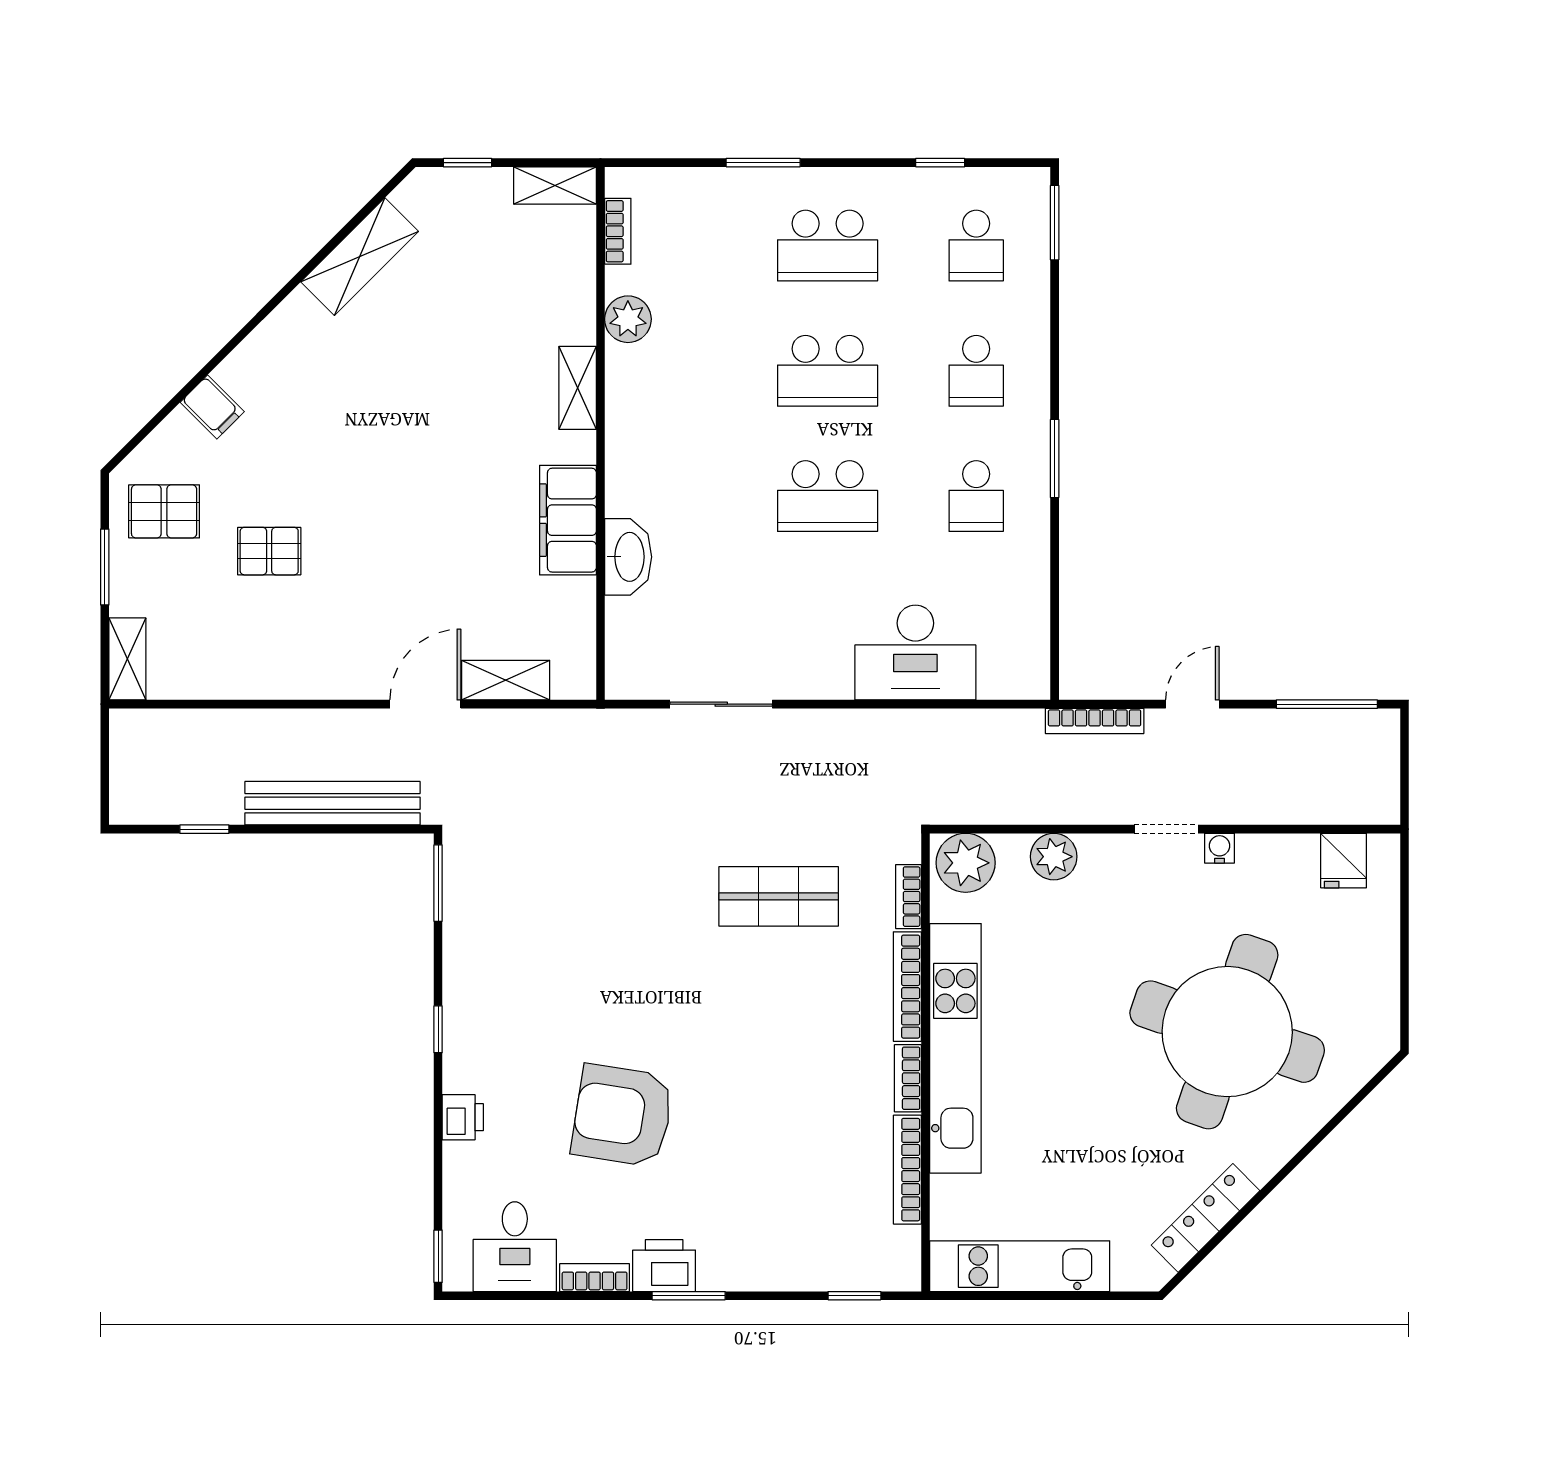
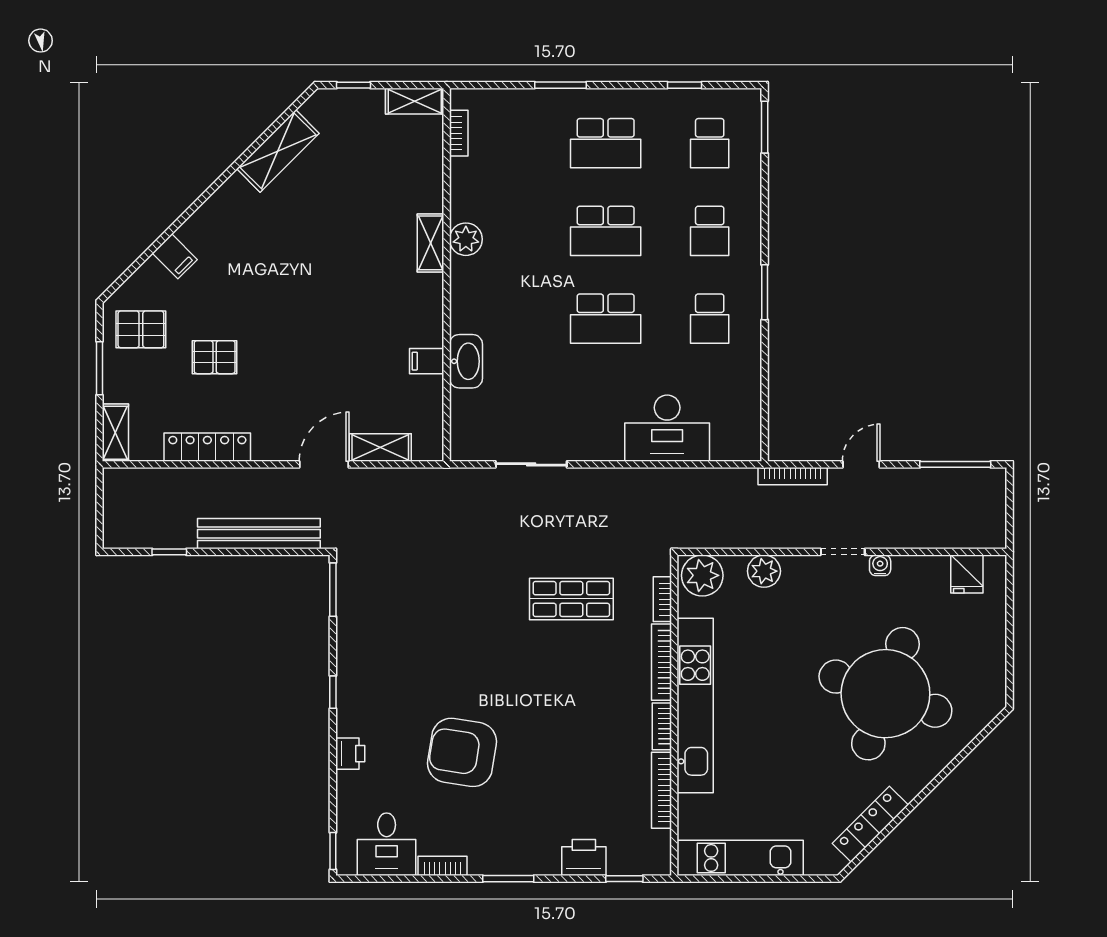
plant: (628, 319) -> (466, 239), moved
filing cabinet: (568, 520) -> (427, 361), width x0.33, depth x0.86
locker: (259, 680) -> (207, 447), added
printer: (664, 1266) -> (584, 858), moved

